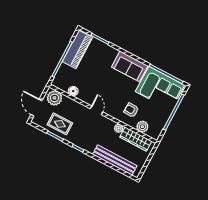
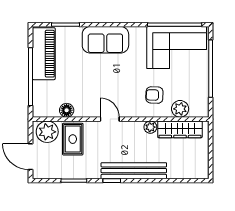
sofa: (130, 66) -> (105, 40), moved
rug: (60, 124) -> (73, 139), moved, turned 90
bench: (115, 160) -> (134, 171), moved

